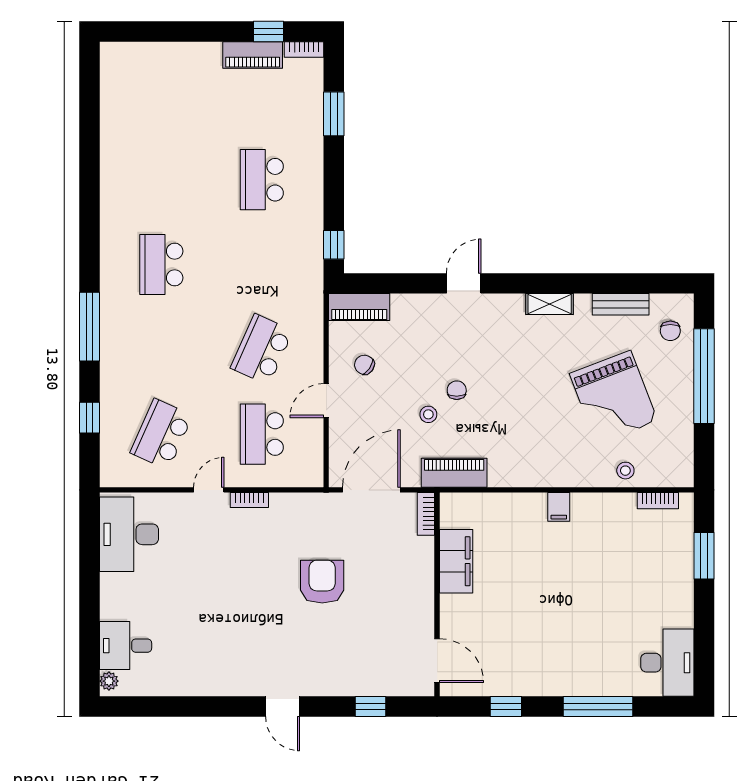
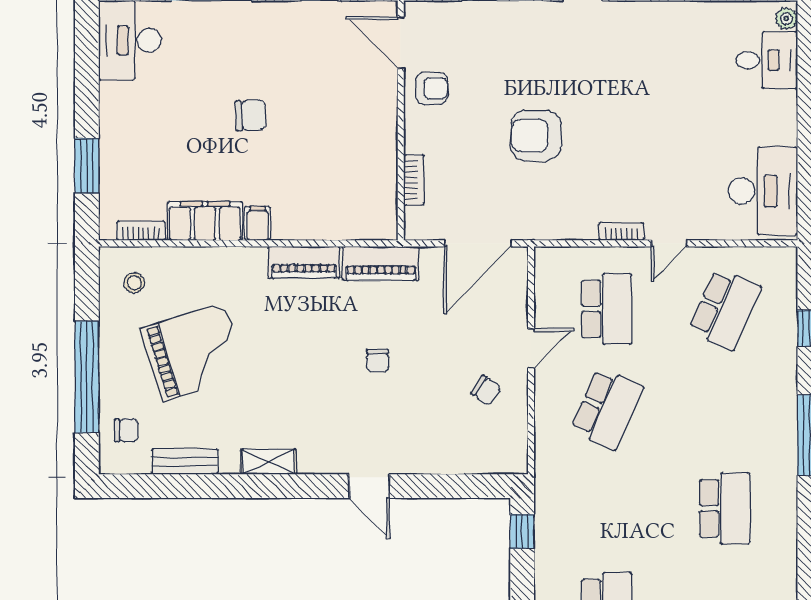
door: (464, 283) -> (369, 486), hinge flipped
piano: (359, 307) -> (304, 262), moved, turned 180
chair: (670, 331) -> (126, 430), turned 90
grand piano: (613, 397) -> (193, 352), turned 94
stool: (428, 414) -> (411, 332), removed
stool: (625, 471) -> (134, 283), moved
bookcase: (426, 514) -> (414, 180), moved
filing cabinet: (456, 561) -> (205, 221), moved, turned 90
armchair: (322, 582) -> (536, 135), turned 90
chair: (565, 599) -> (251, 115), added
armchair: (411, 622) -> (432, 88), added

